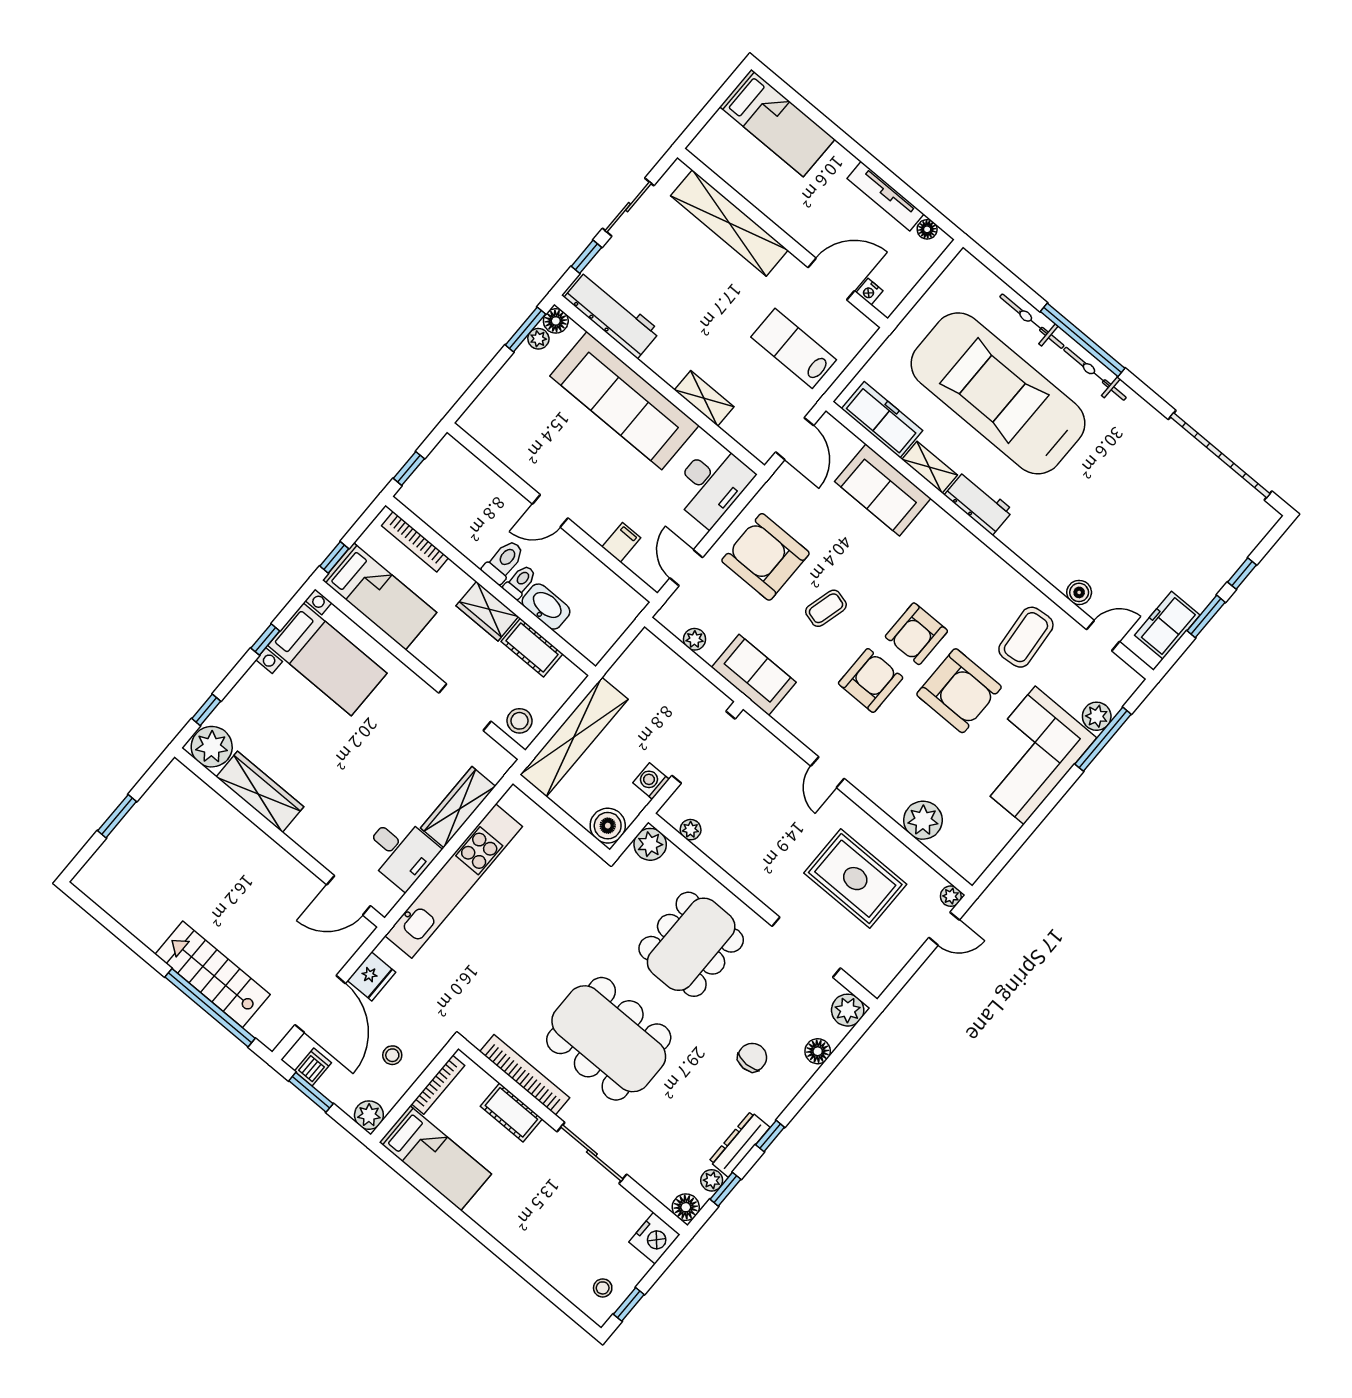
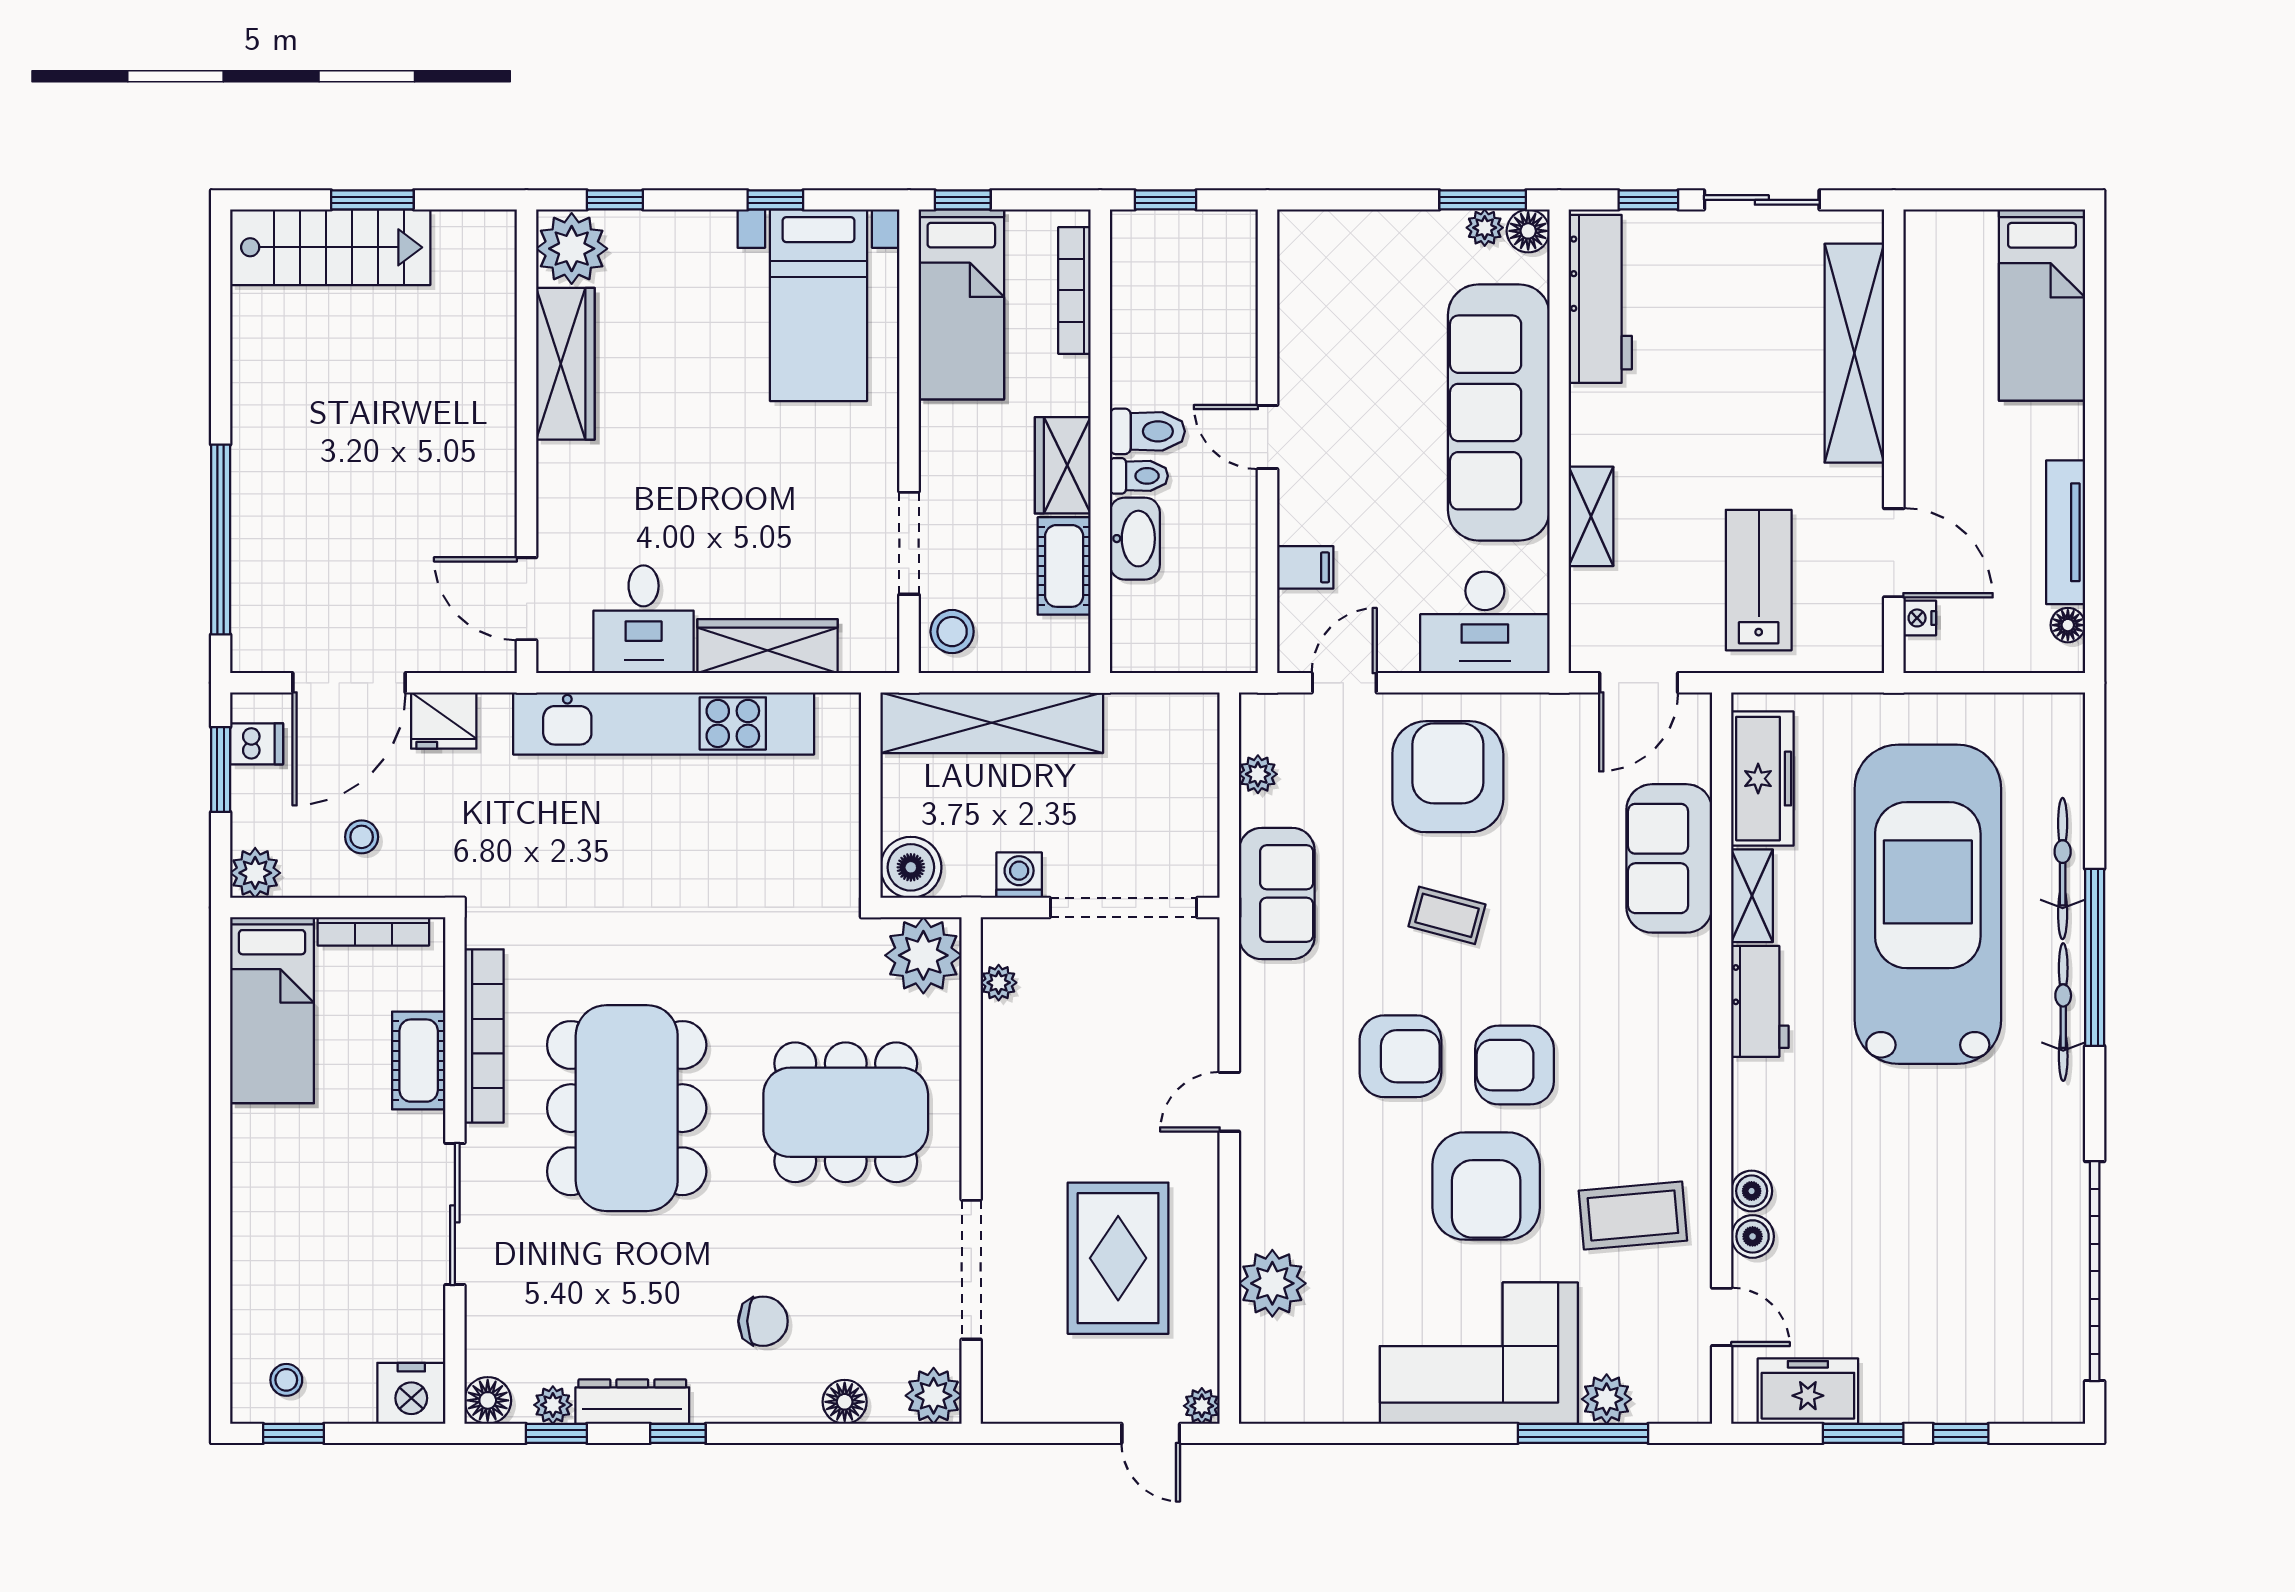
boiler: (1059, 576) -> (1752, 1191), added
plant: (650, 844) -> (923, 955), width x1.36, depth x1.36
stairs: (213, 974) -> (330, 247), moved, turned 90

